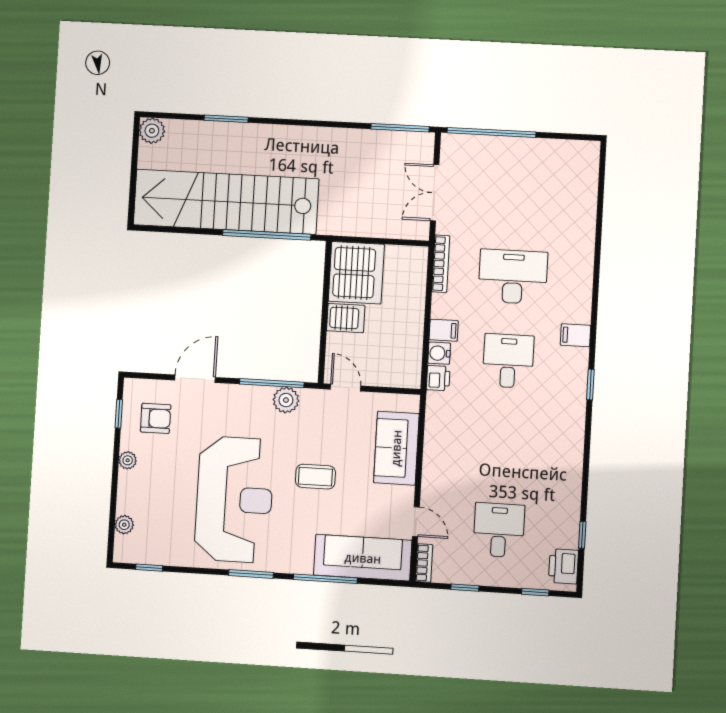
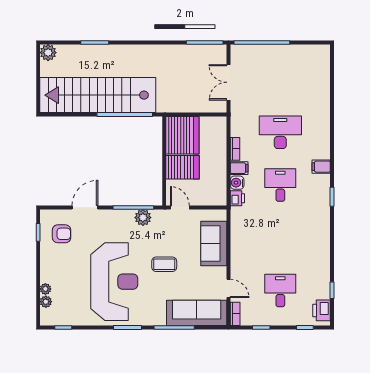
bookcase: (441, 264) -> (235, 149), moved, width x0.64
server rack: (346, 318) -> (182, 167), width x1.36, depth x1.44
plant: (128, 460) -> (45, 289), moved

